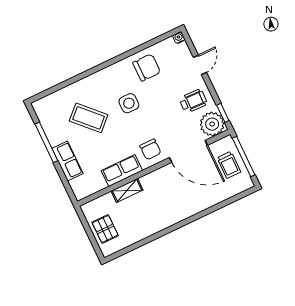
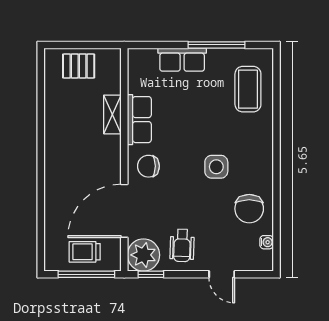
water cooler: (179, 38) -> (267, 242), moved
coffee table: (89, 118) -> (248, 89), moved, turned -46

